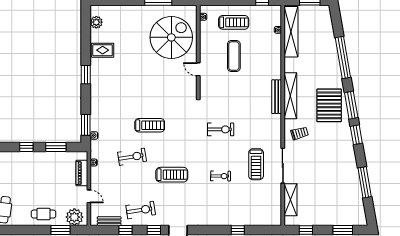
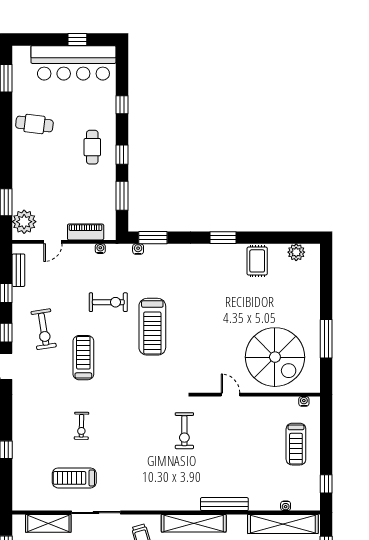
exercise mat: (234, 56) -> (249, 444), removed
door: (198, 69) -> (231, 395), hinge flipped
bench: (277, 97) -> (224, 504), moved
treadmill: (150, 125) -> (152, 327), width x1.37, depth x1.38
exercise bike: (221, 129) -> (184, 431), moved
exercise bike: (132, 157) -> (108, 302), turned -81
treadmill: (256, 164) -> (74, 478), moved
treadmill: (172, 175) -> (83, 358), turned 180
exercise bike: (141, 210) -> (44, 329), moved
cafe table: (44, 214) -> (92, 147), moved

